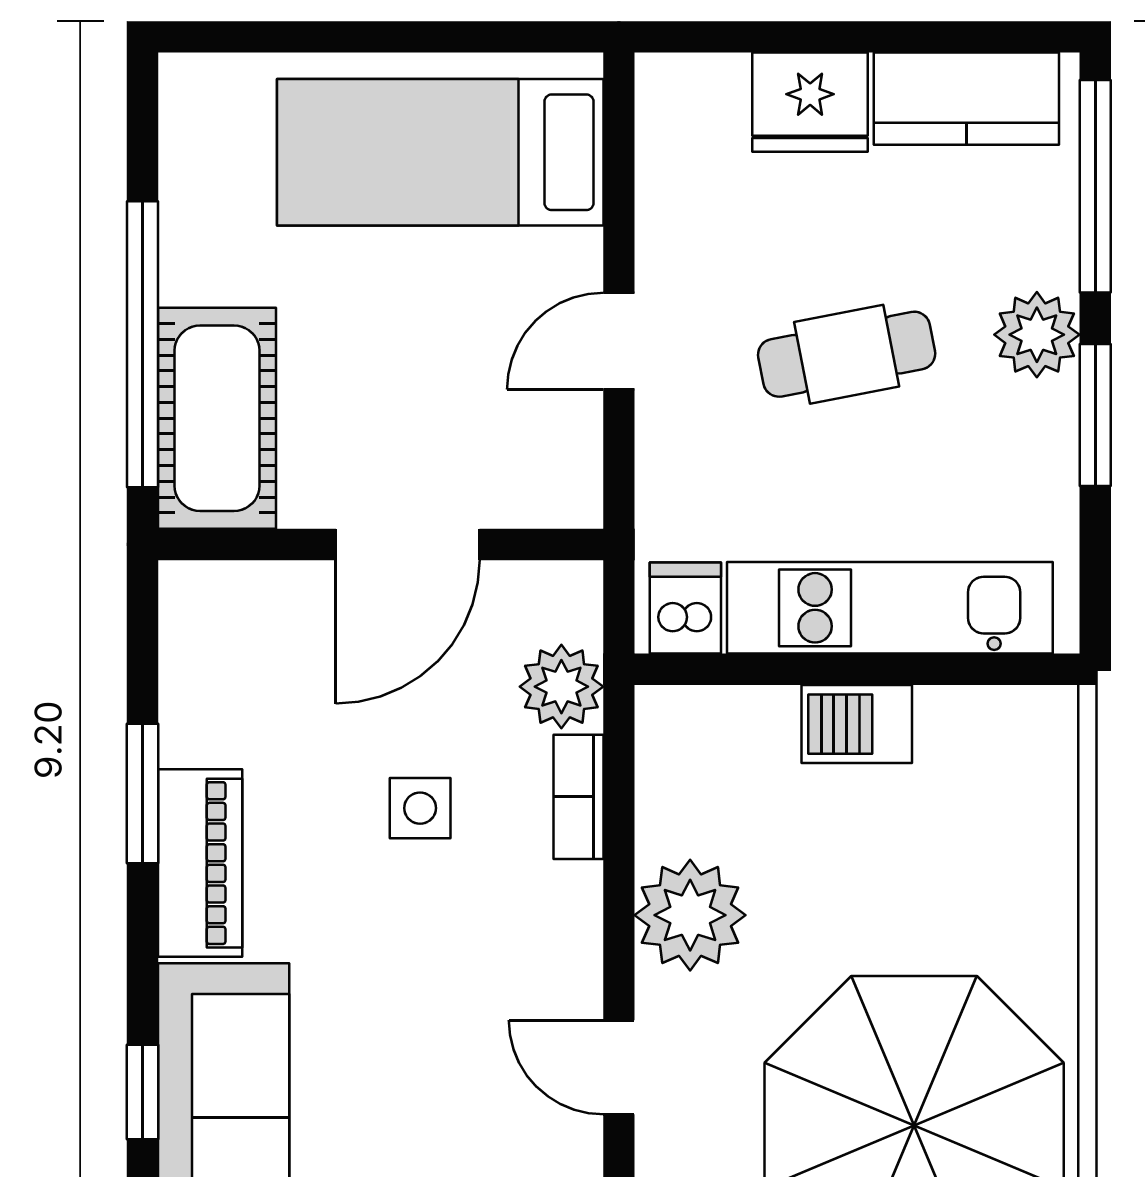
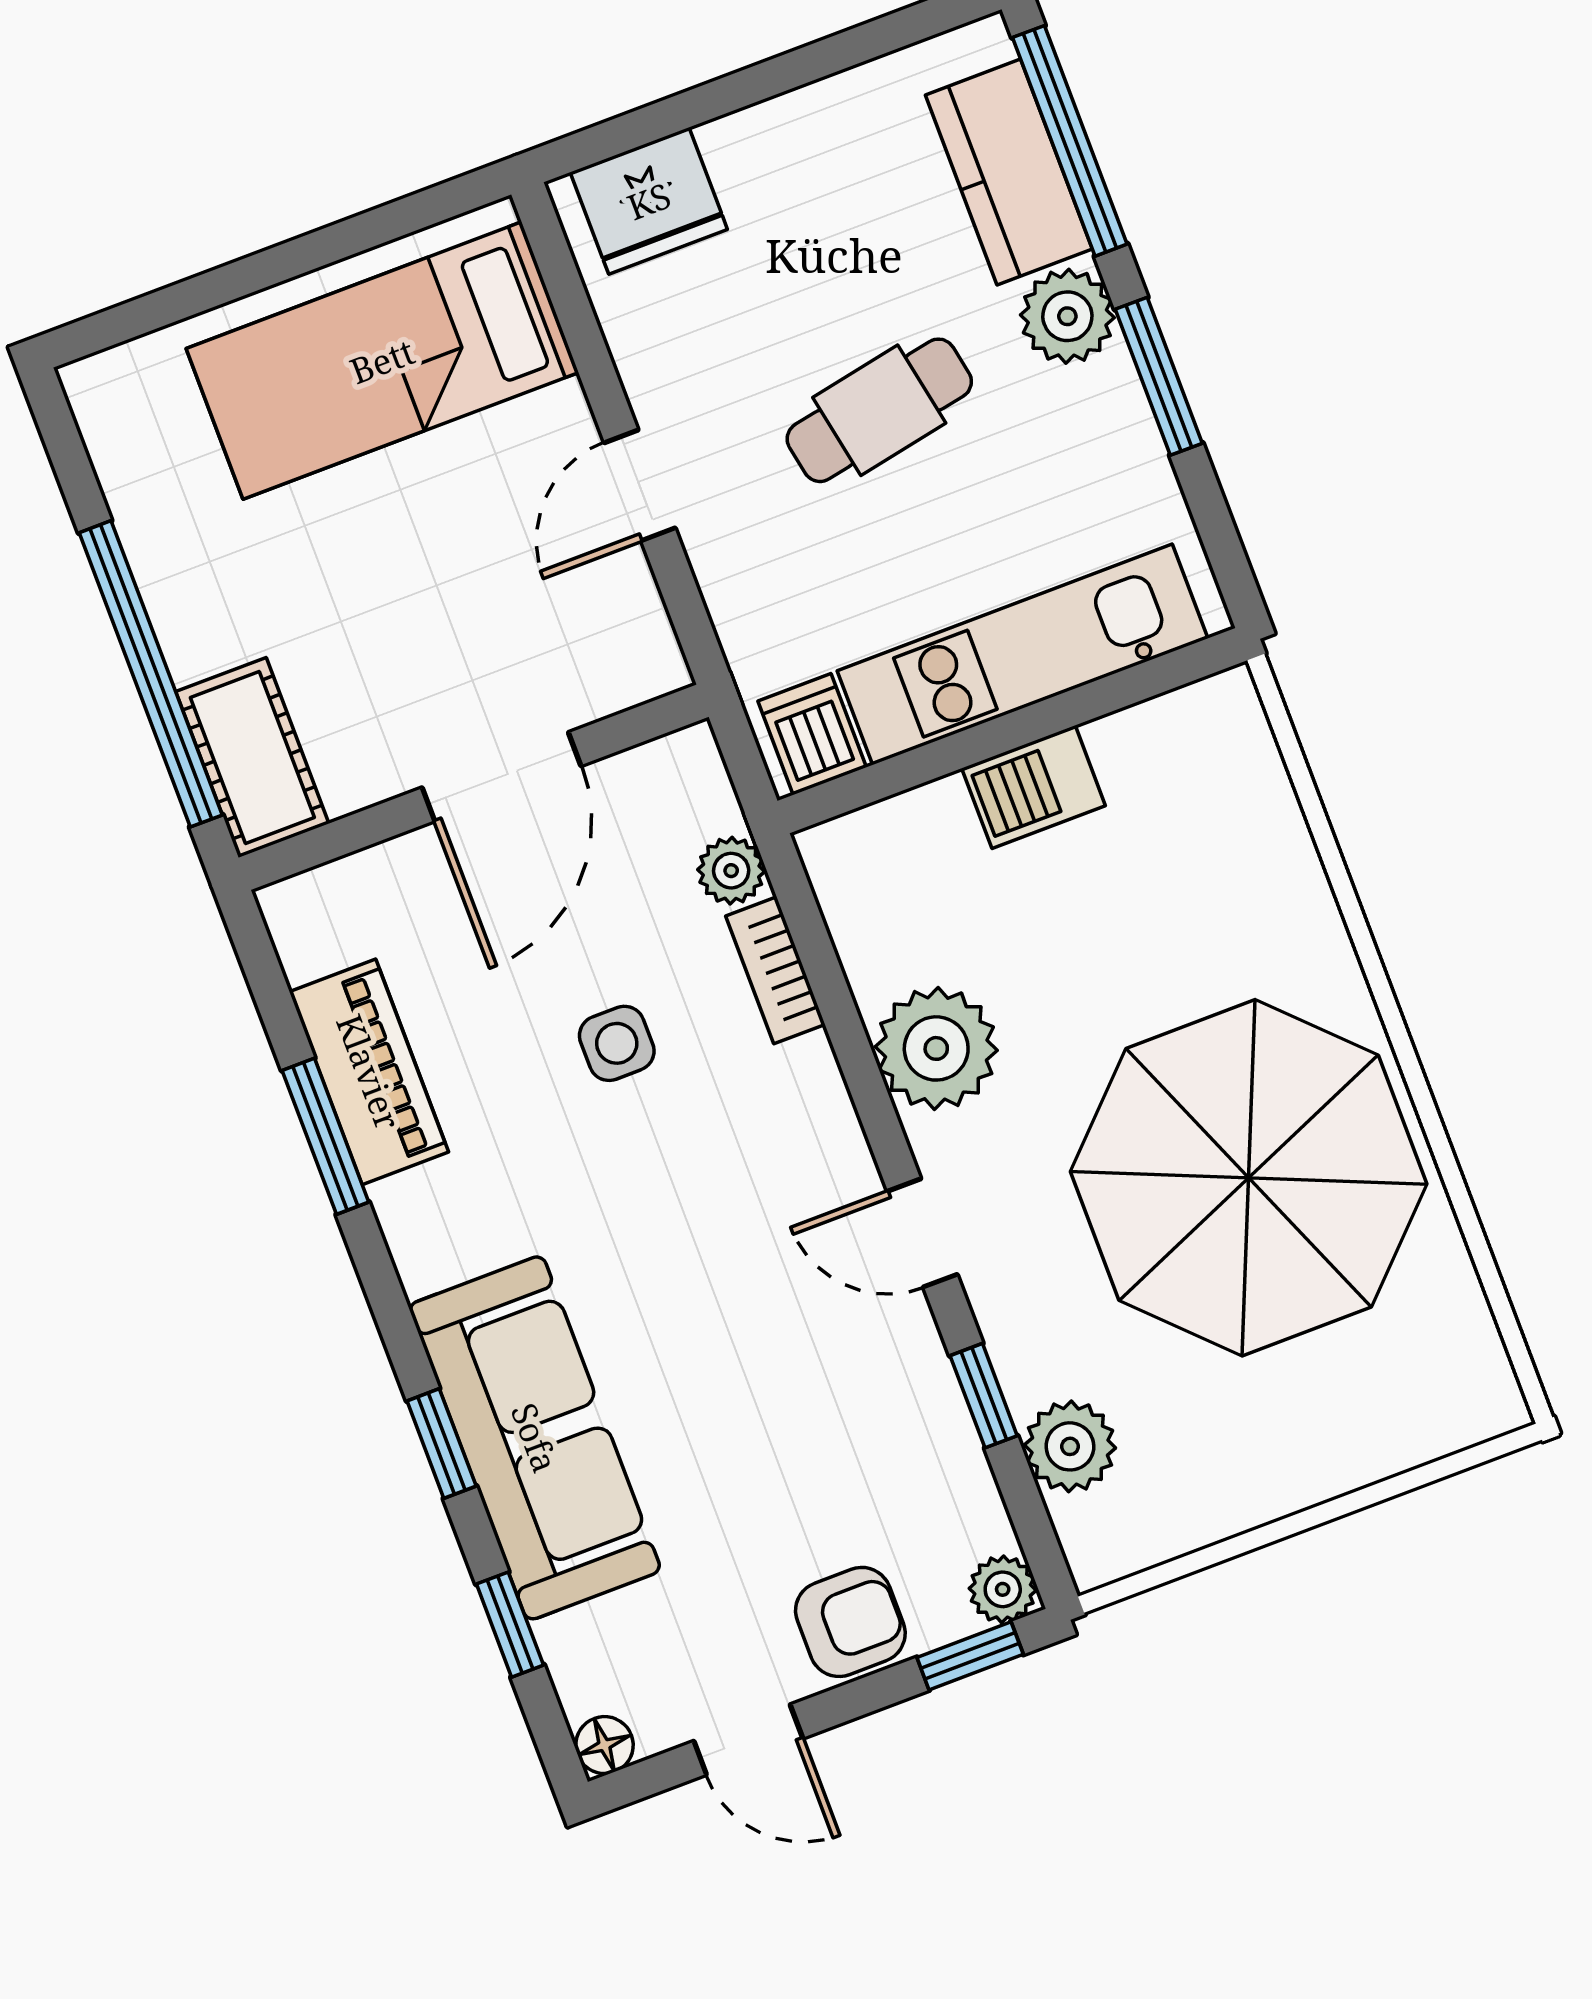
kitchen counter: (966, 99) -> (1009, 172), moved, turned 90
fridge: (810, 102) -> (649, 201), moved
cot: (217, 418) -> (252, 757), width x0.73, depth x0.75
plant: (561, 687) -> (731, 871), width x0.73, depth x0.73
piano: (200, 863) -> (369, 1072), moved

